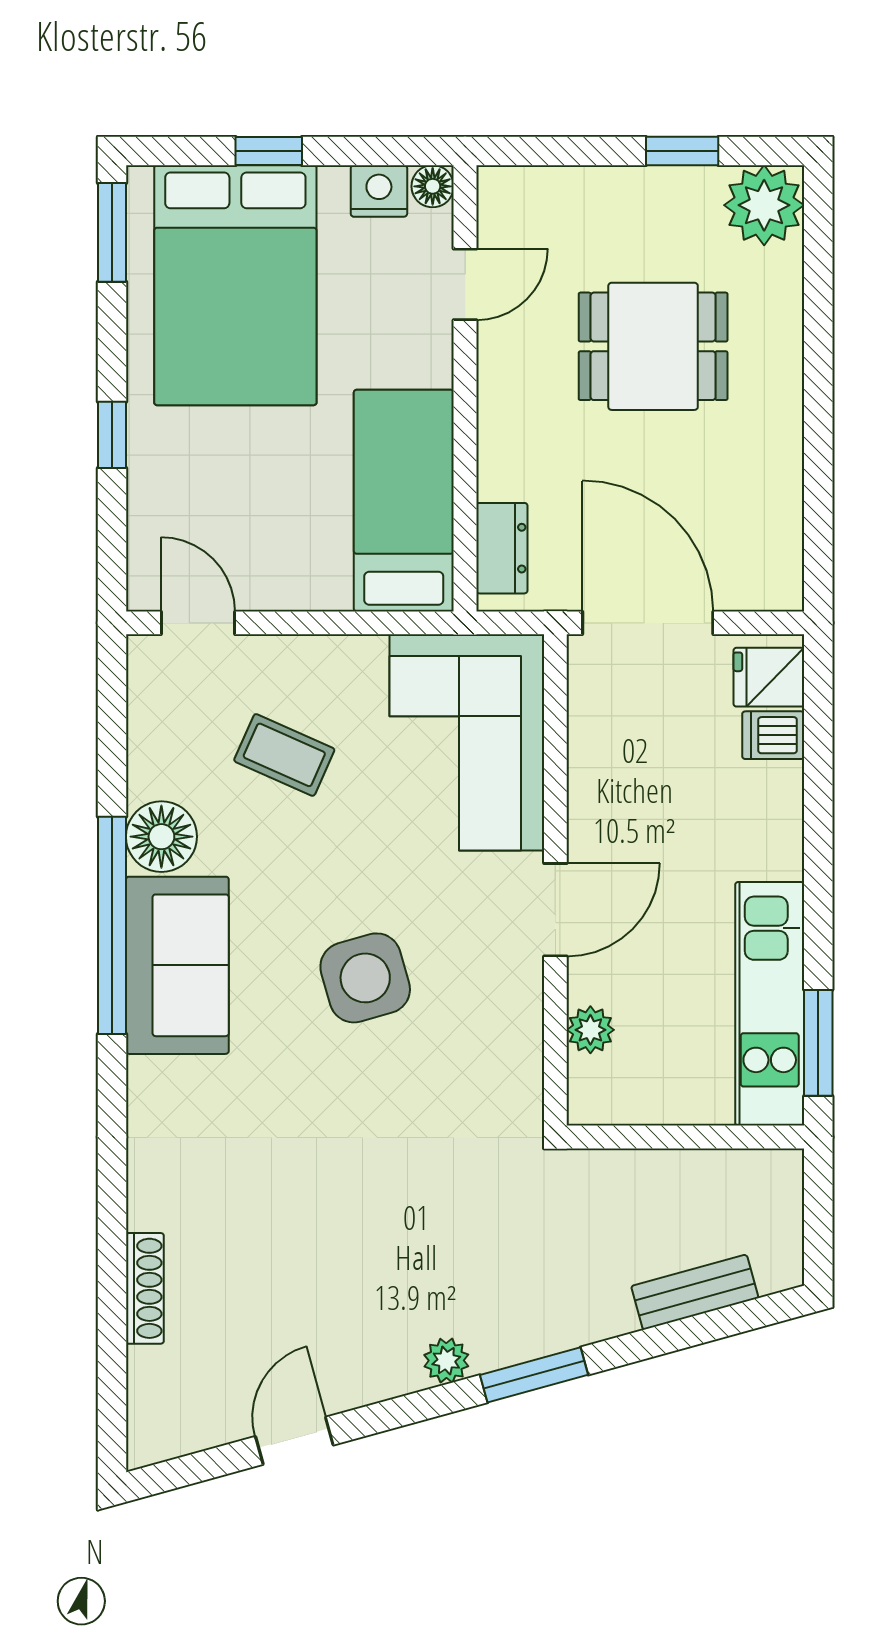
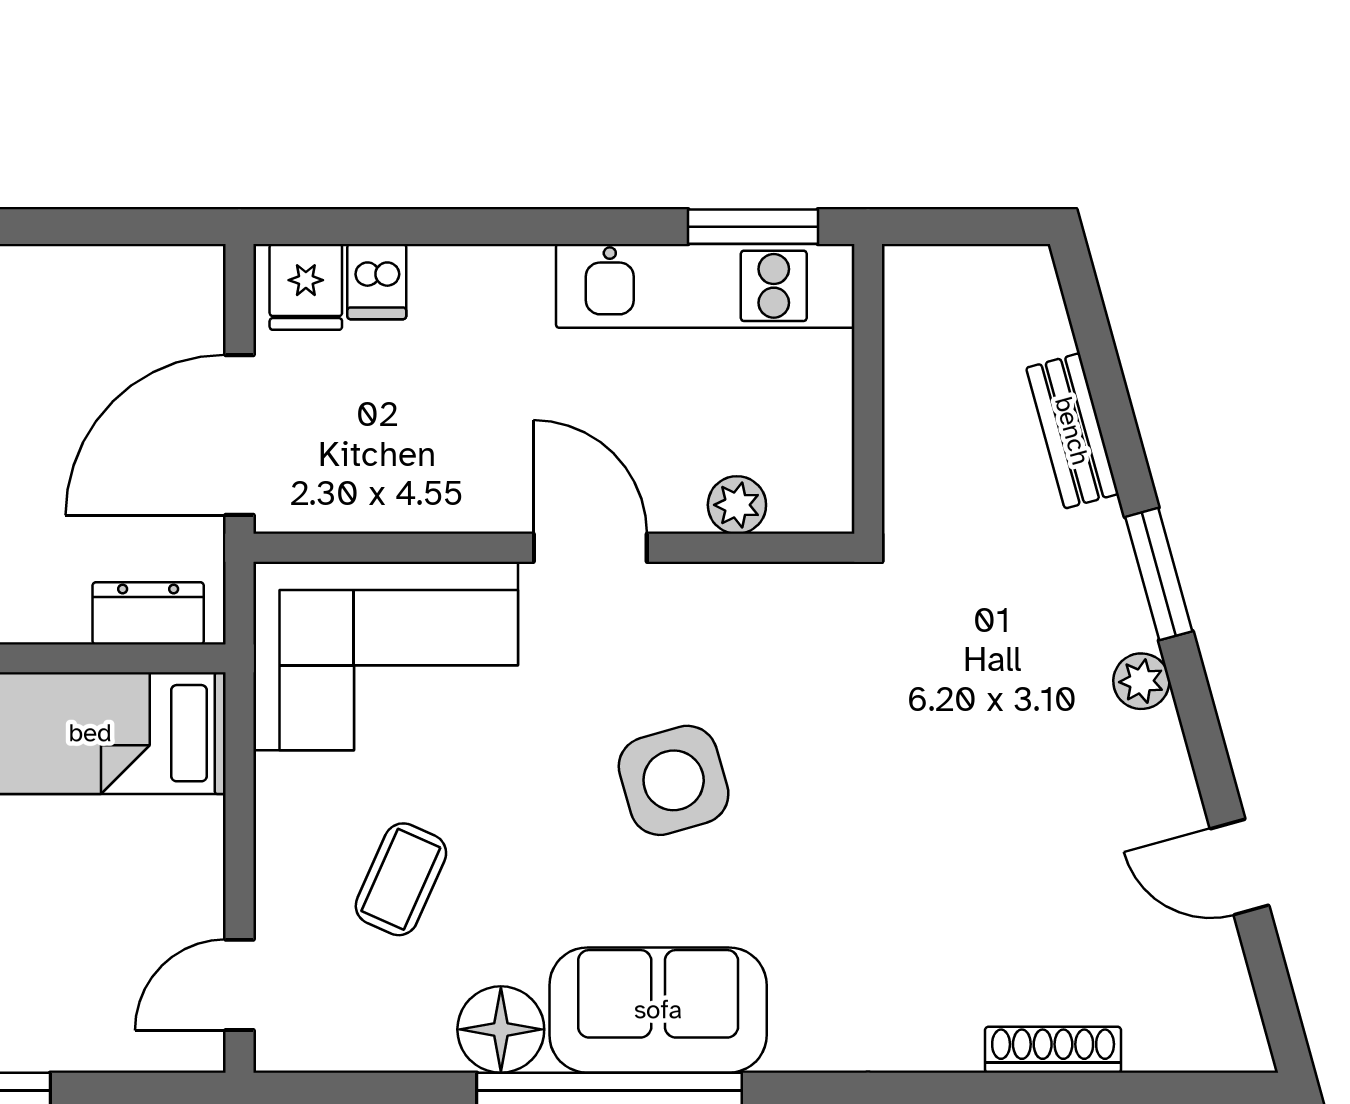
bench: (695, 1292) -> (1072, 431), moved

